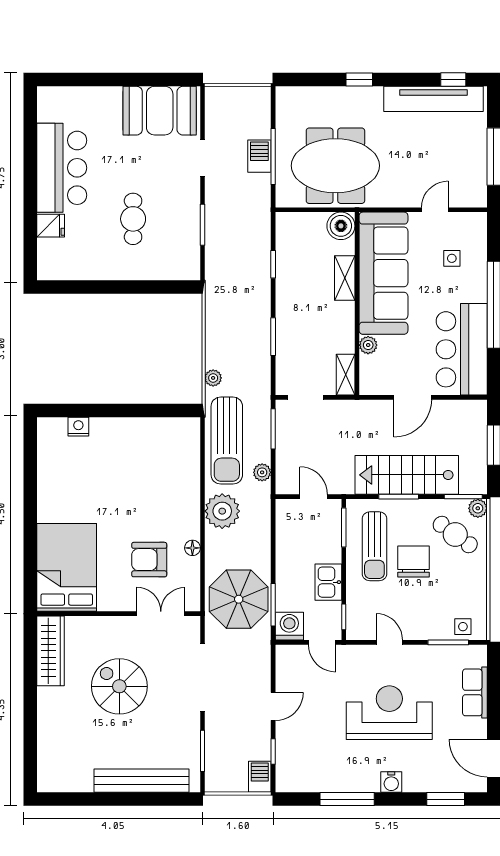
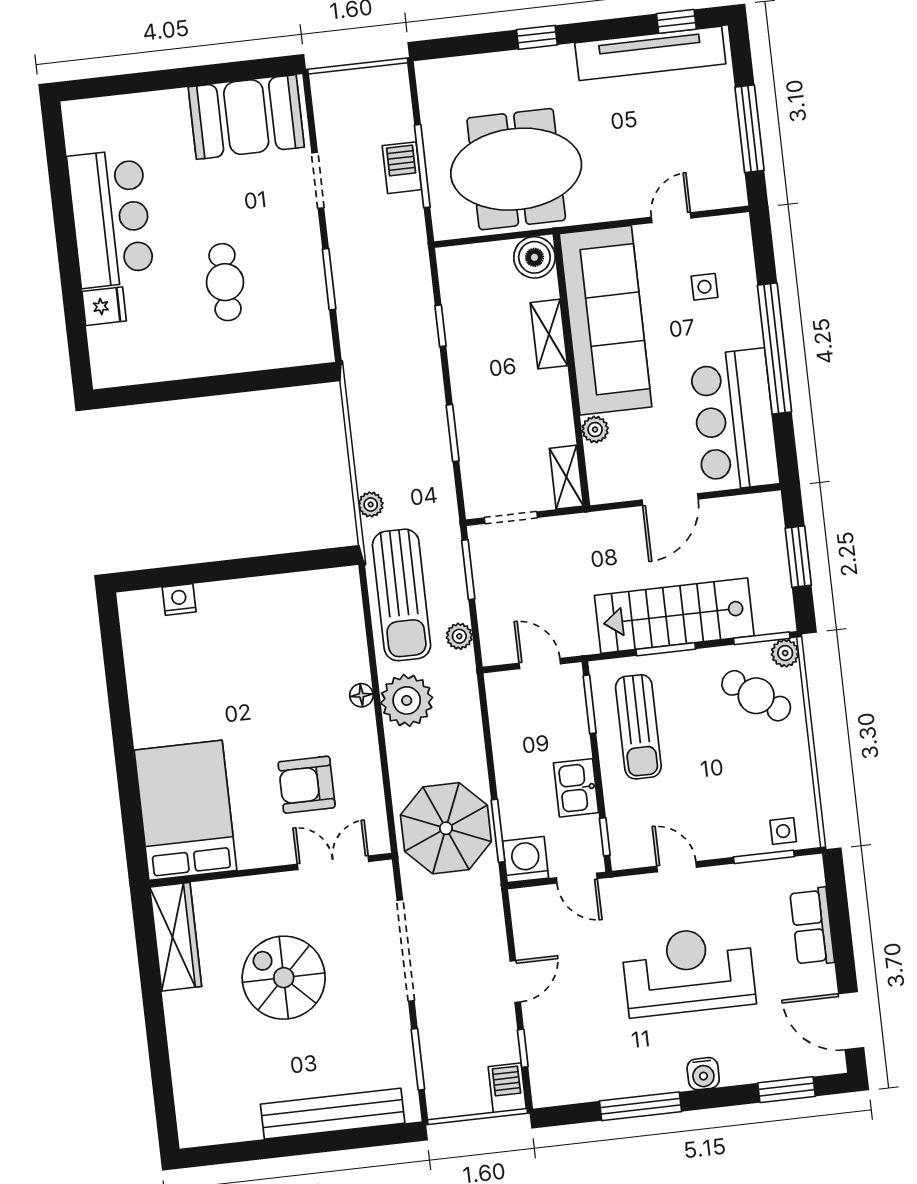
floor lamp: (192, 548) -> (361, 695), moved
chair: (414, 562) -> (699, 743), removed

